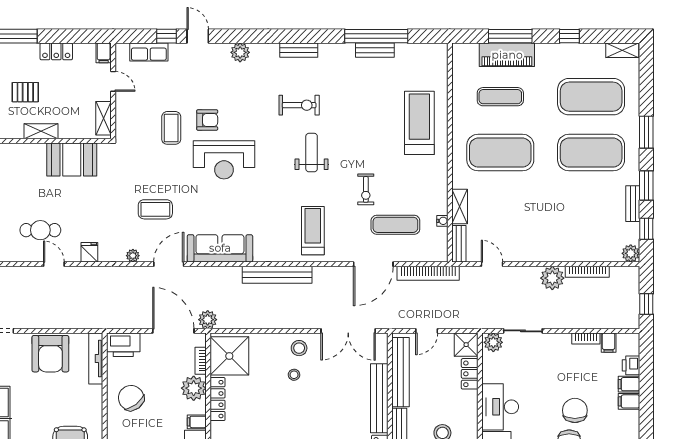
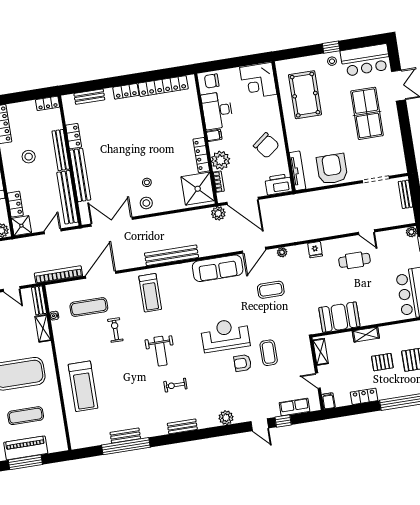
exercise bike: (299, 105) -> (175, 385), width x0.73, depth x0.72
door: (54, 264) -> (366, 232), moved

